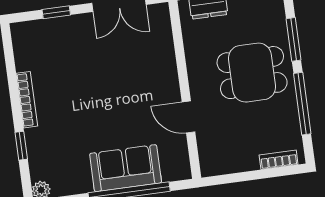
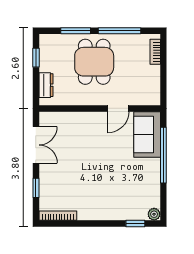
bookcase: (27, 100) -> (58, 216), moved
window: (21, 146) -> (135, 224), moved
sofa: (126, 168) -> (147, 134), moved

